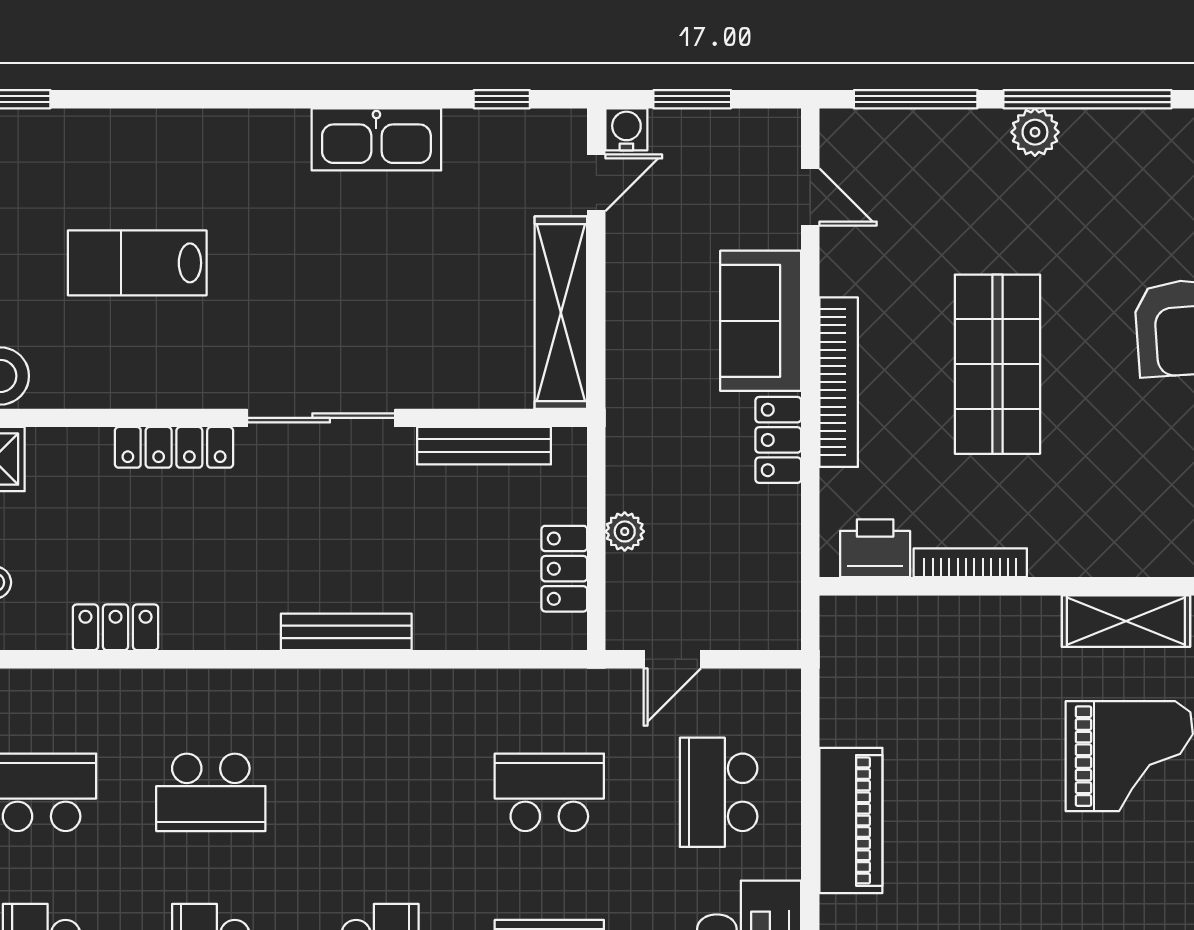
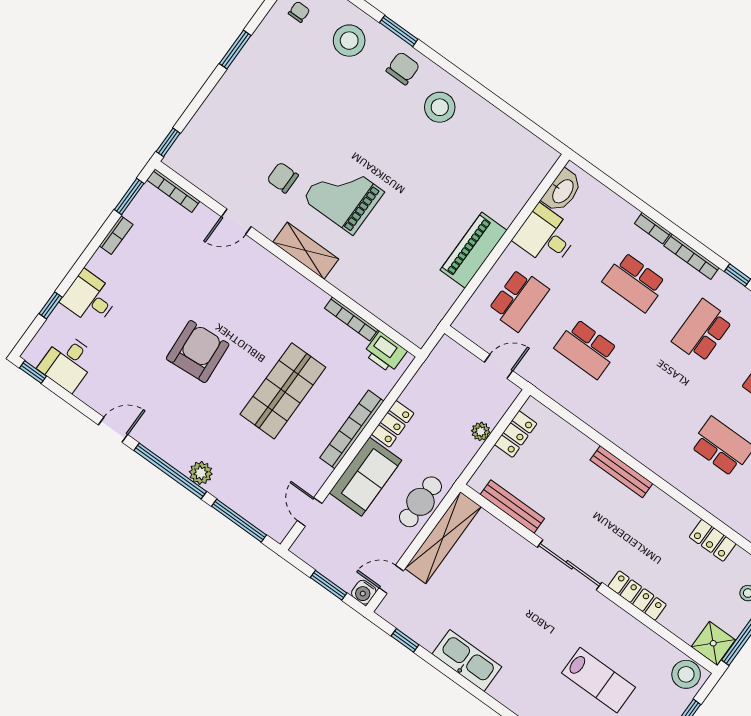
cafe table: (640, 345) -> (420, 502), added

